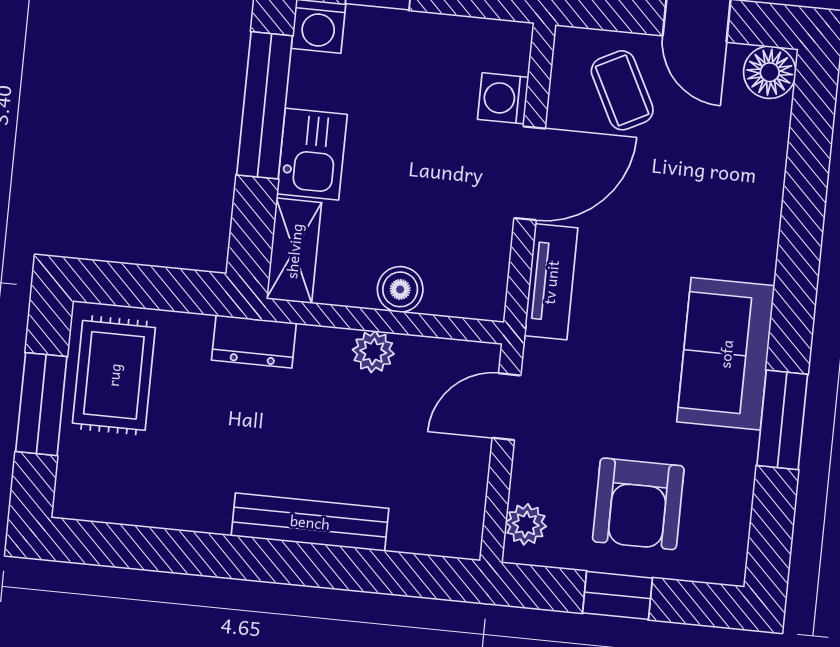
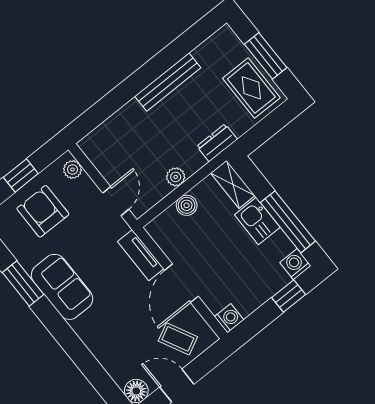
washing machine: (503, 98) -> (229, 318), moved
bench: (310, 522) -> (168, 82), moved

